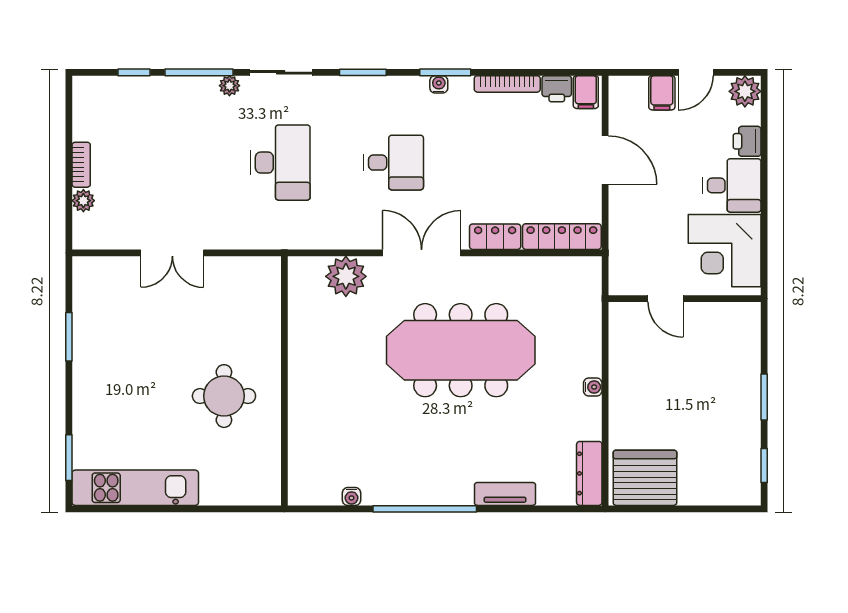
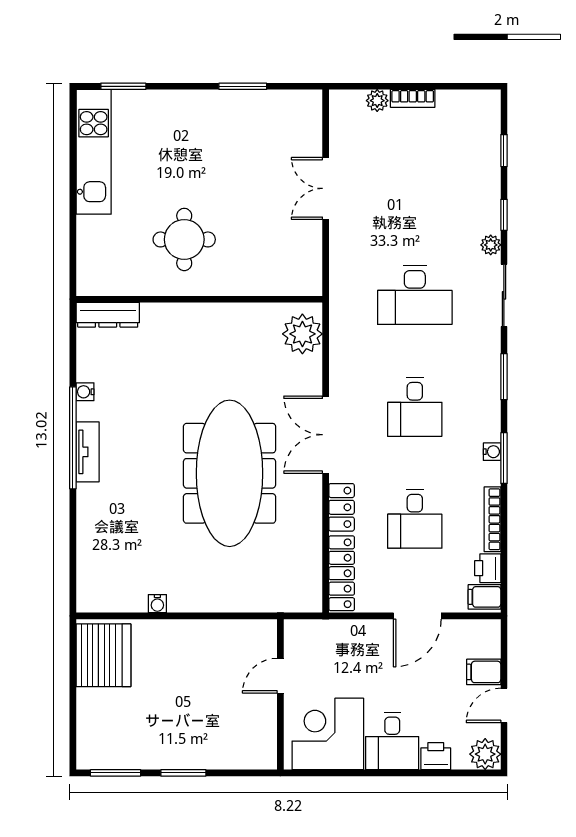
window: (199, 72) -> (504, 215), width x0.46
door: (696, 72) -> (504, 705), hinge flipped
desk: (507, 163) -> (415, 519), added
double door: (422, 253) -> (326, 435), swing flipped
plant: (346, 276) -> (302, 334), moved
water cooler: (593, 387) -> (157, 604), moved
window: (764, 466) -> (116, 773), width x1.50
dresser: (589, 473) -> (108, 315), moved, turned 180
tv unit: (505, 494) -> (88, 452), moved
water cooler: (352, 496) -> (85, 392), moved

